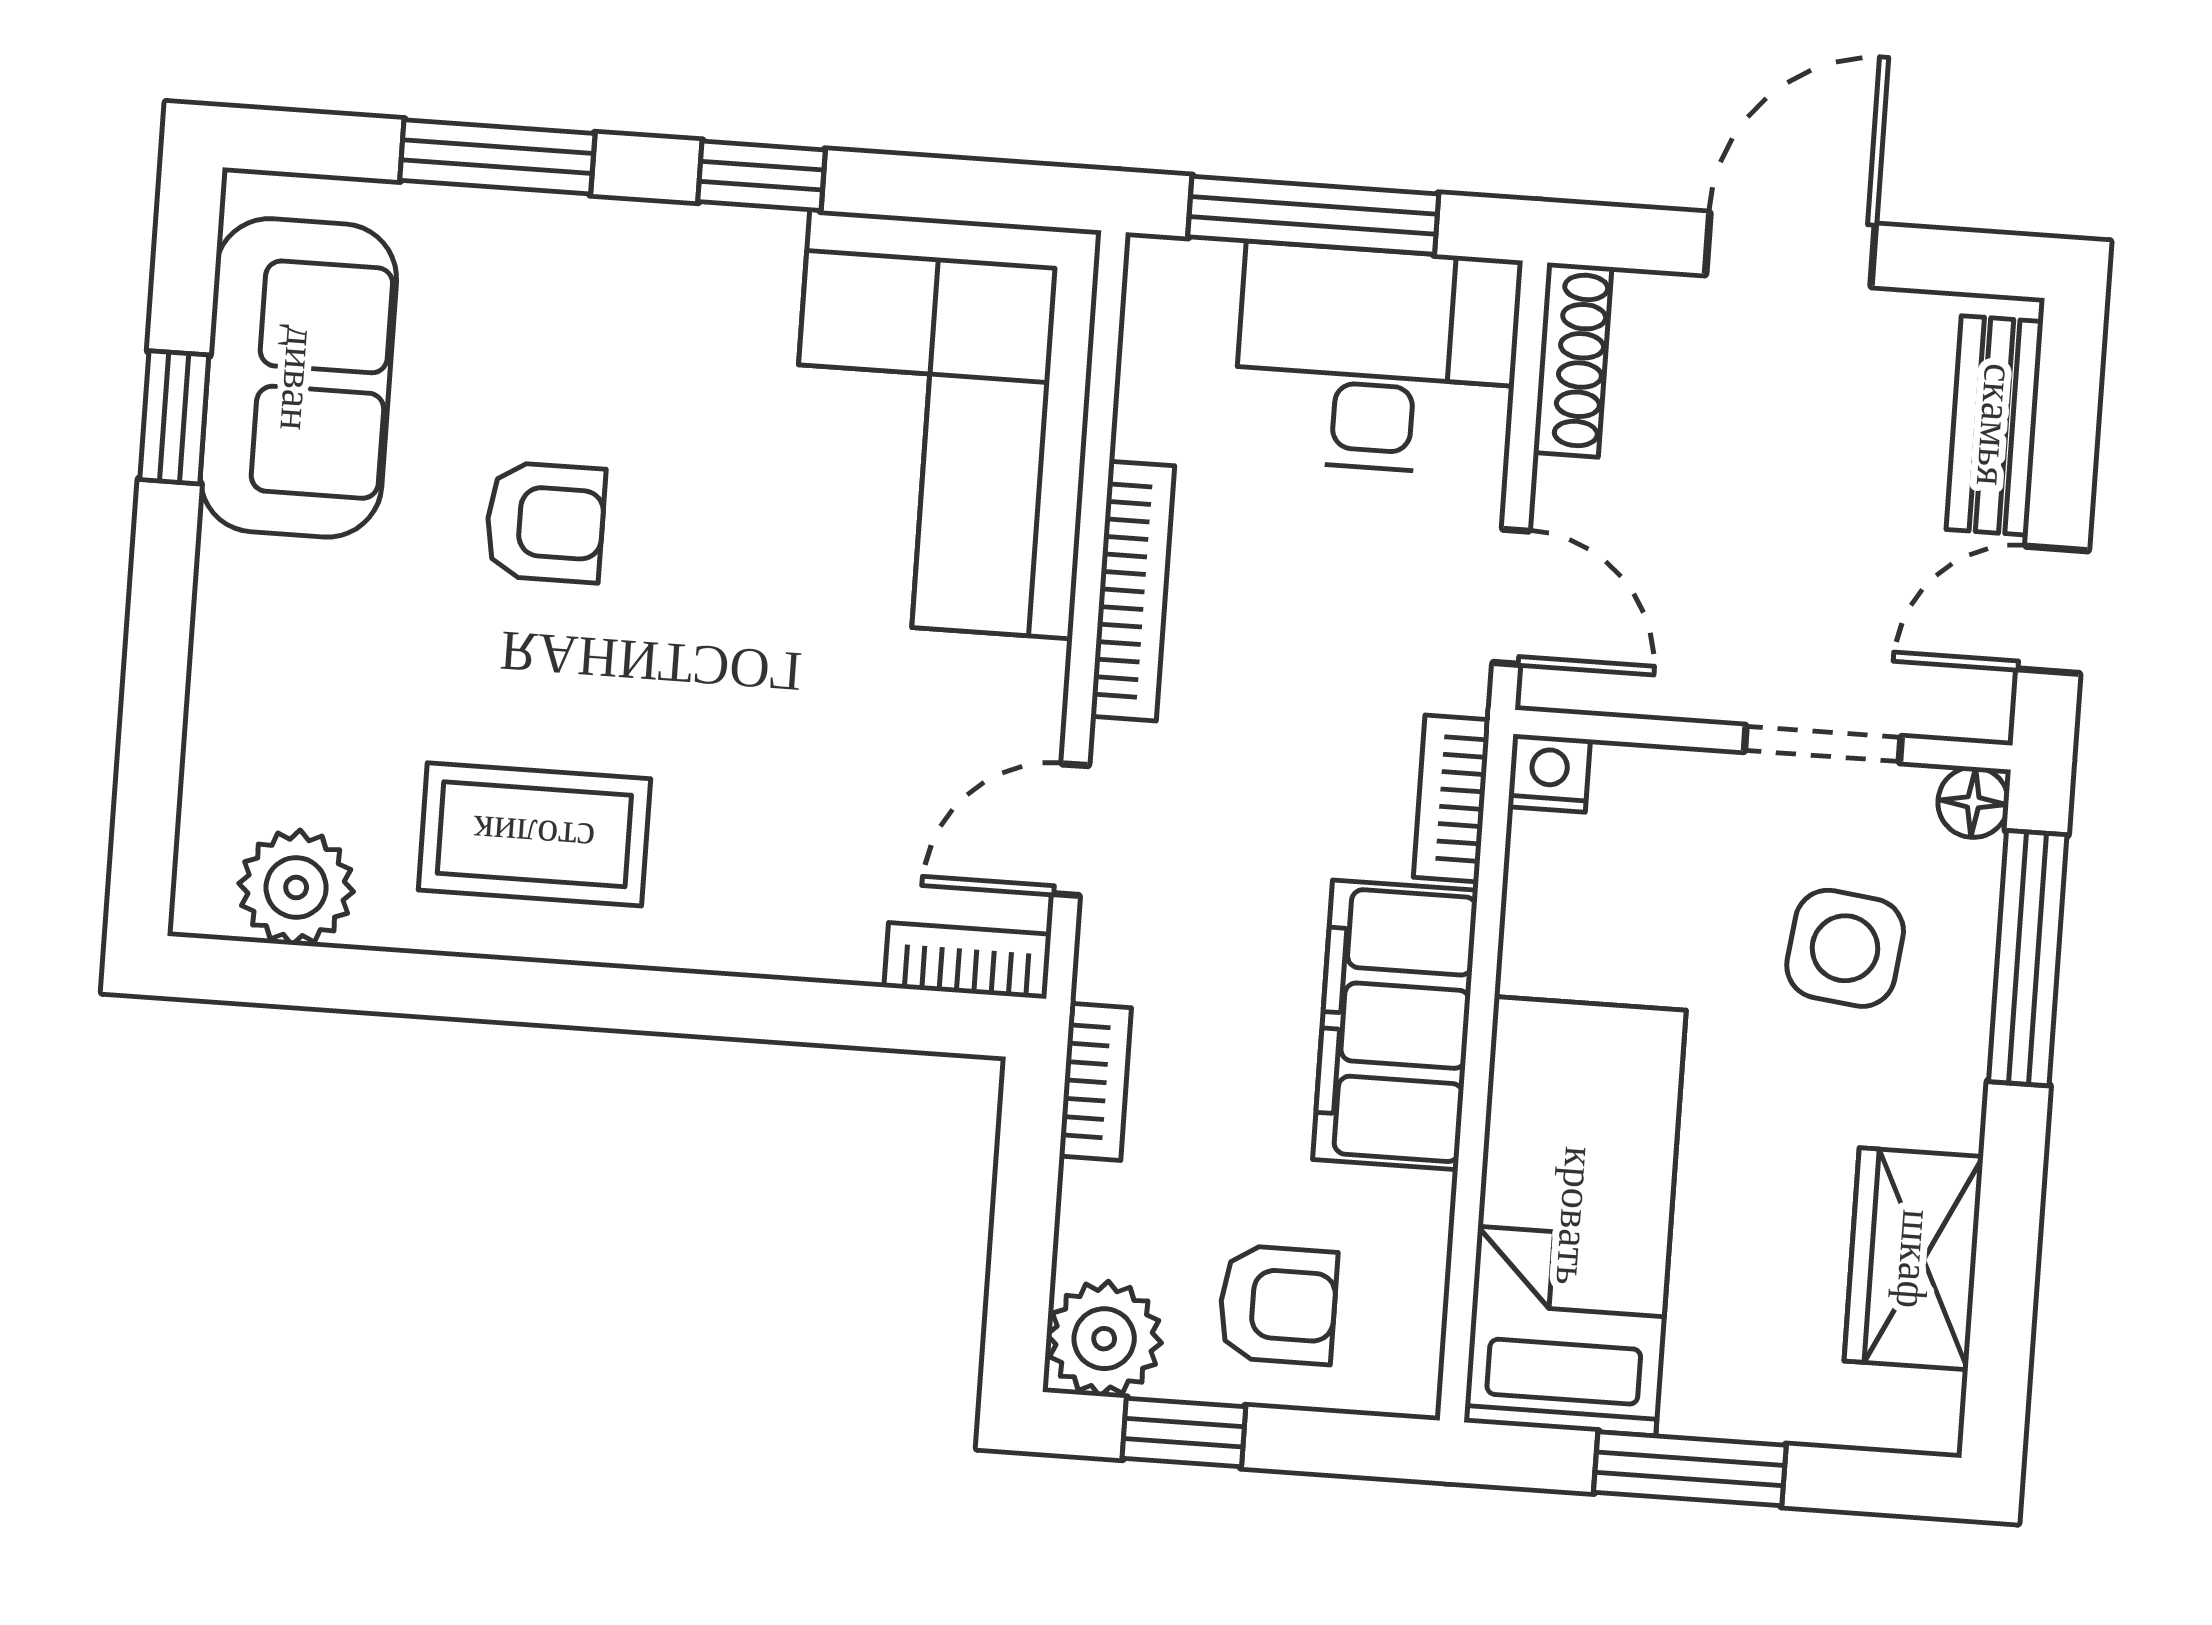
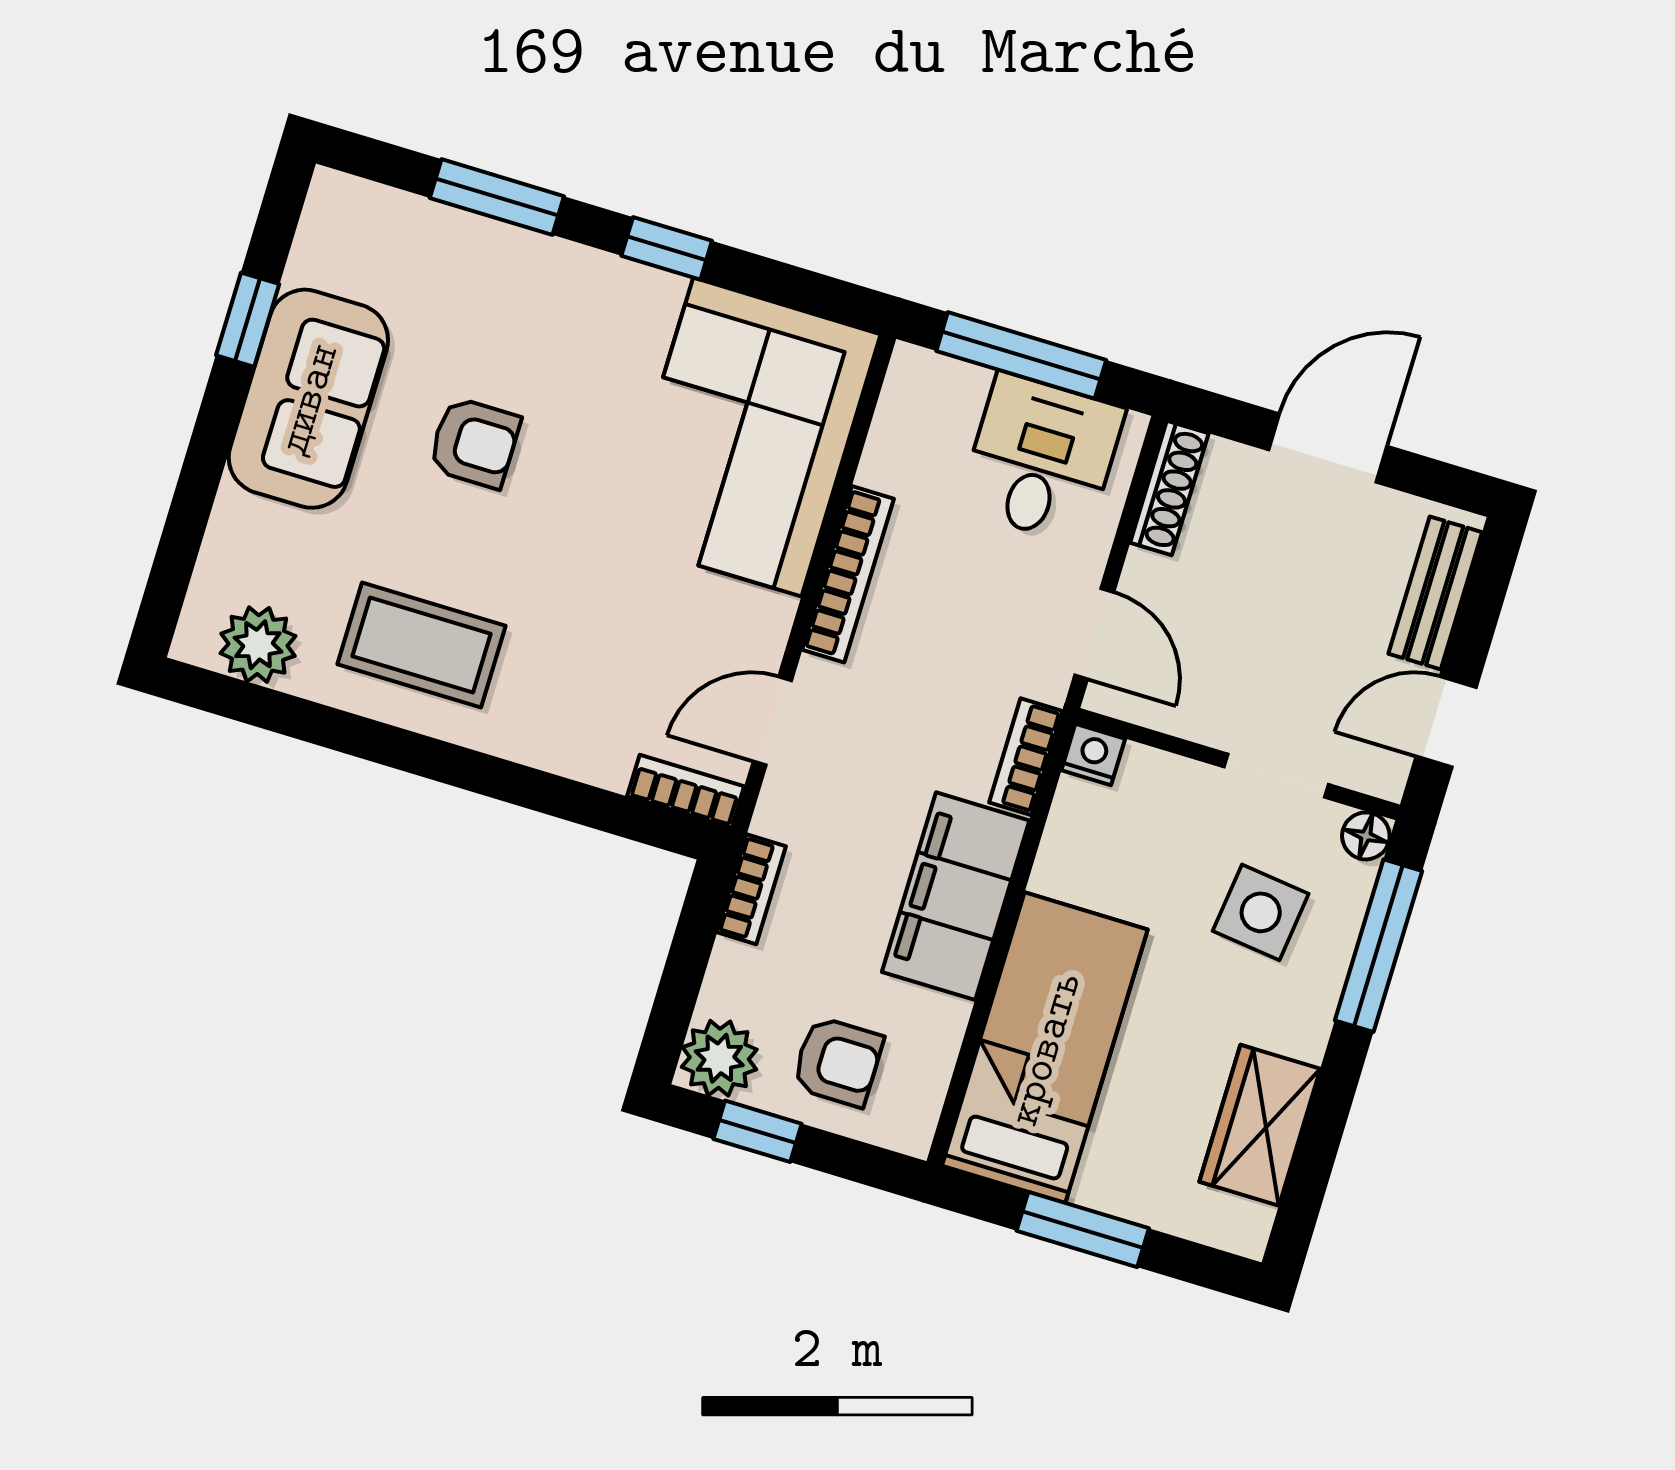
desk: (1377, 359) -> (1042, 459), width x0.73
sofa: (298, 378) -> (308, 399), moved

